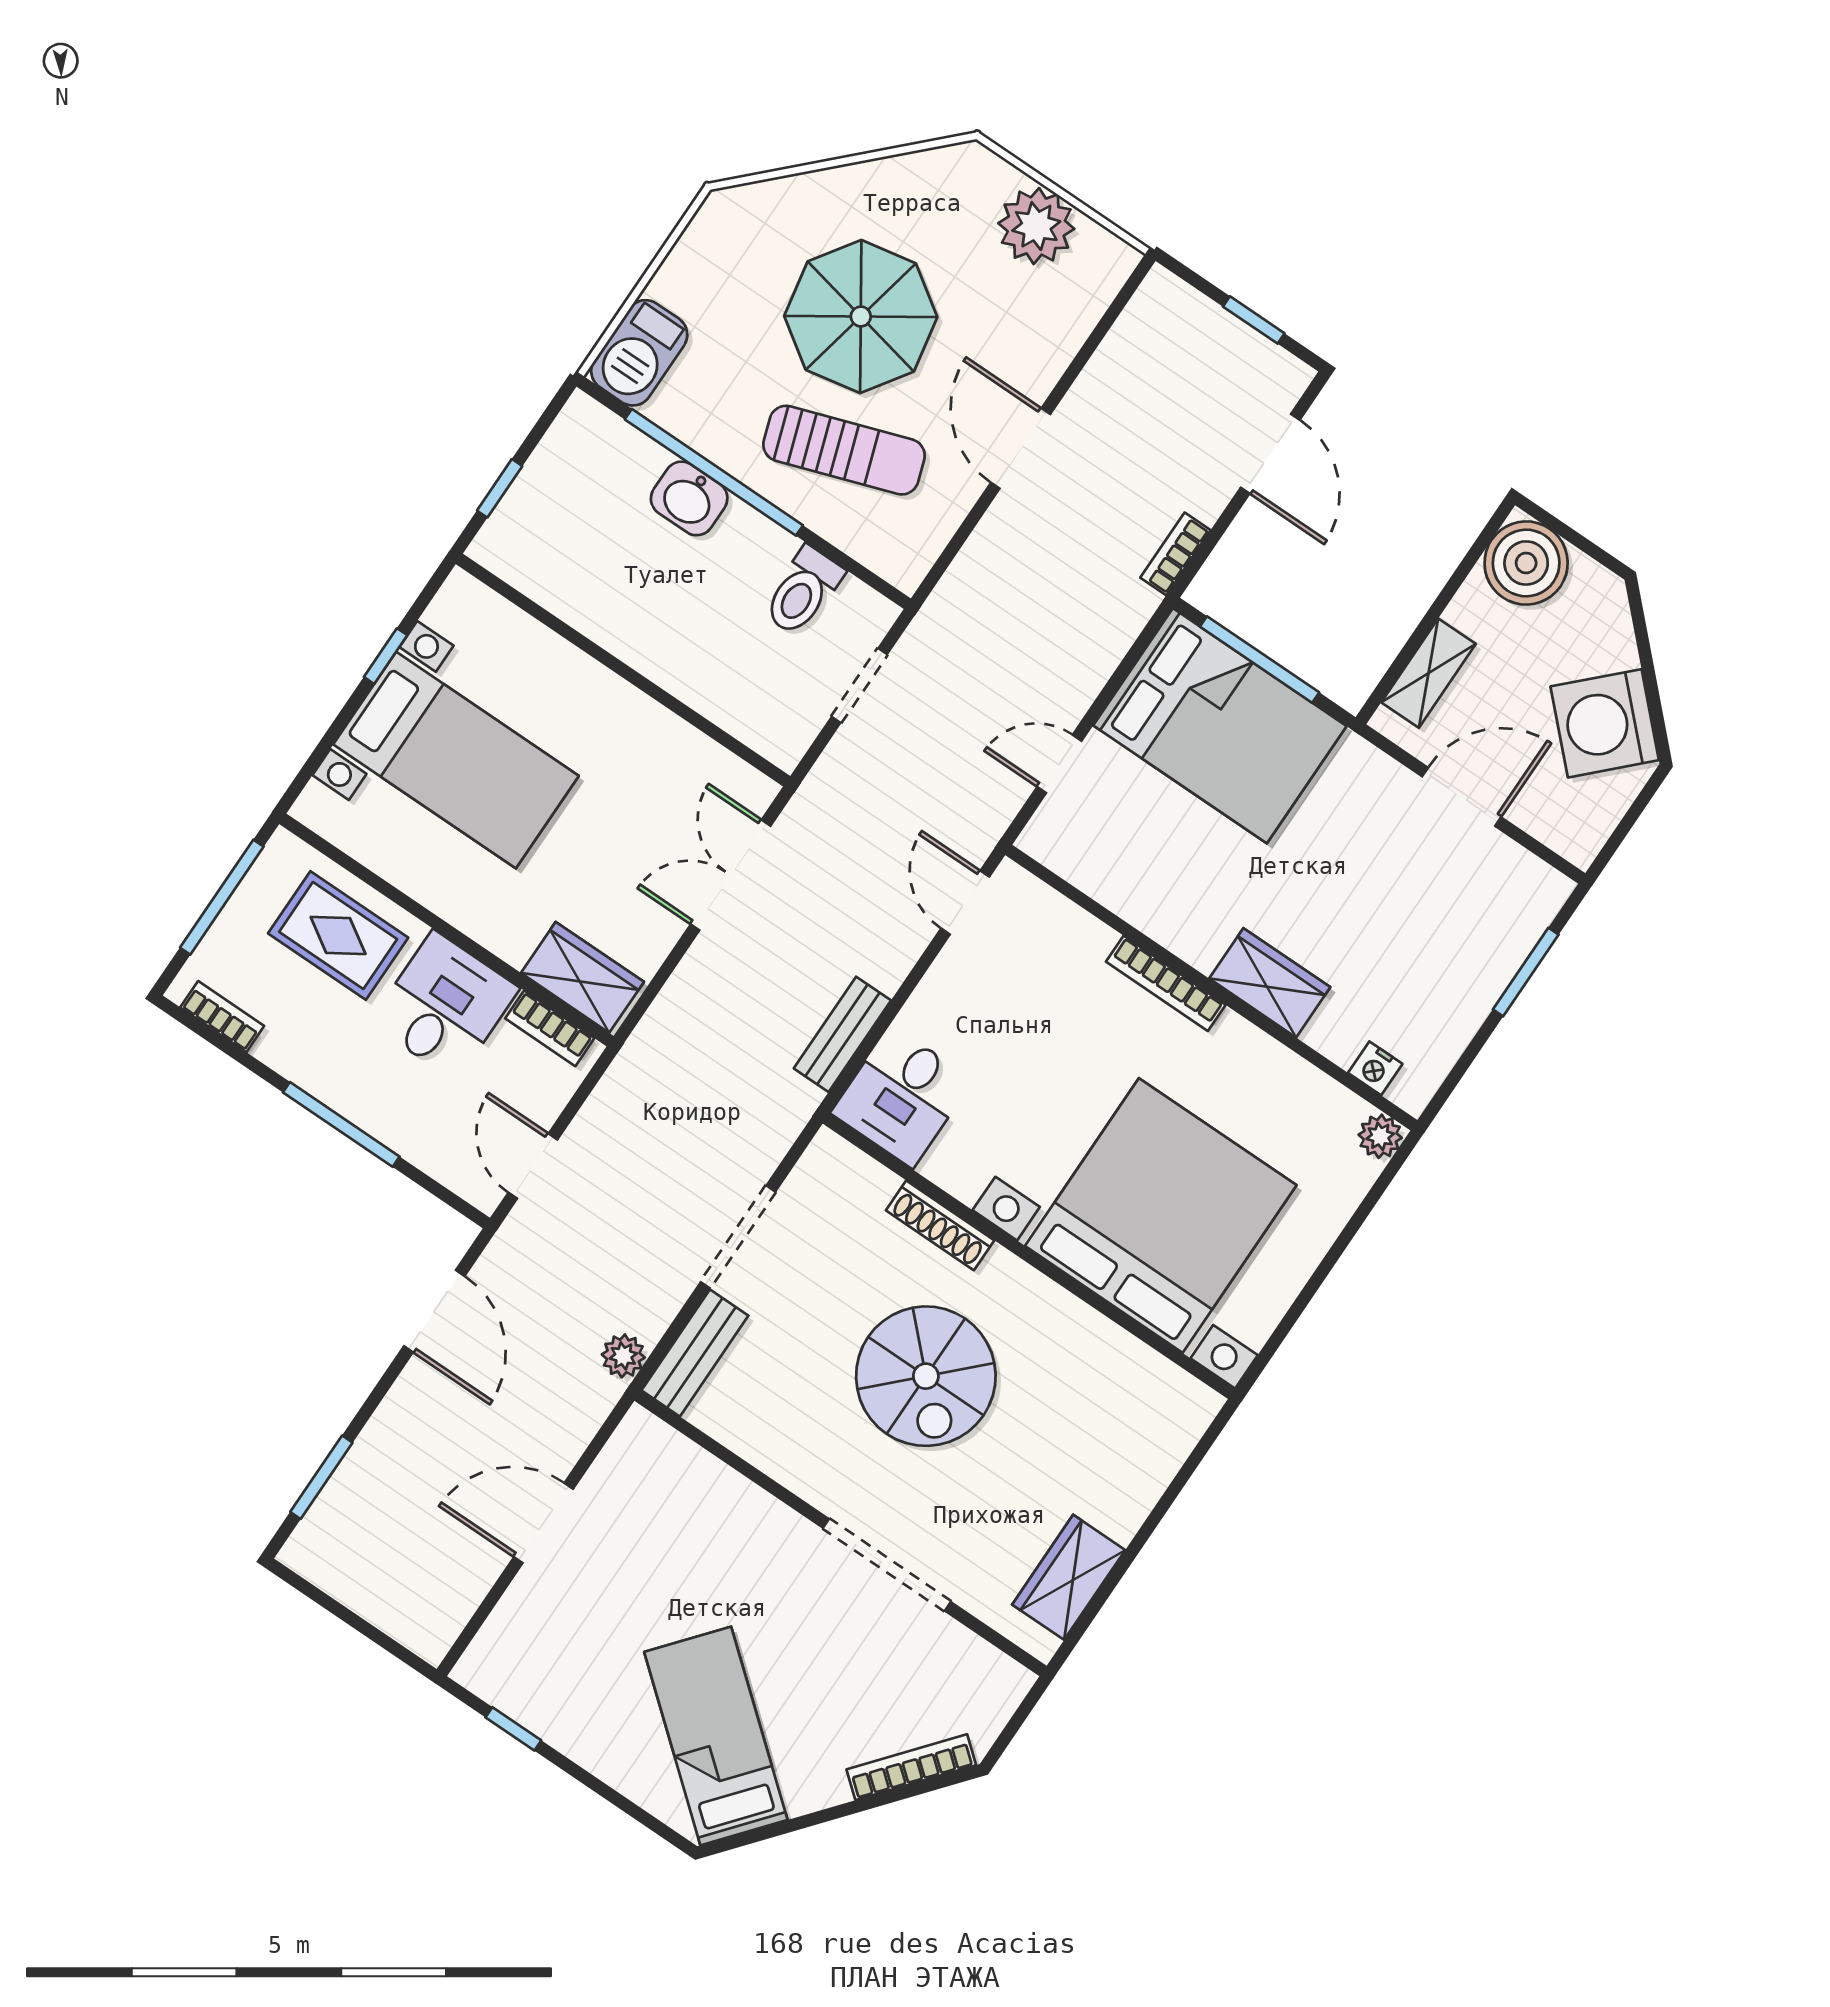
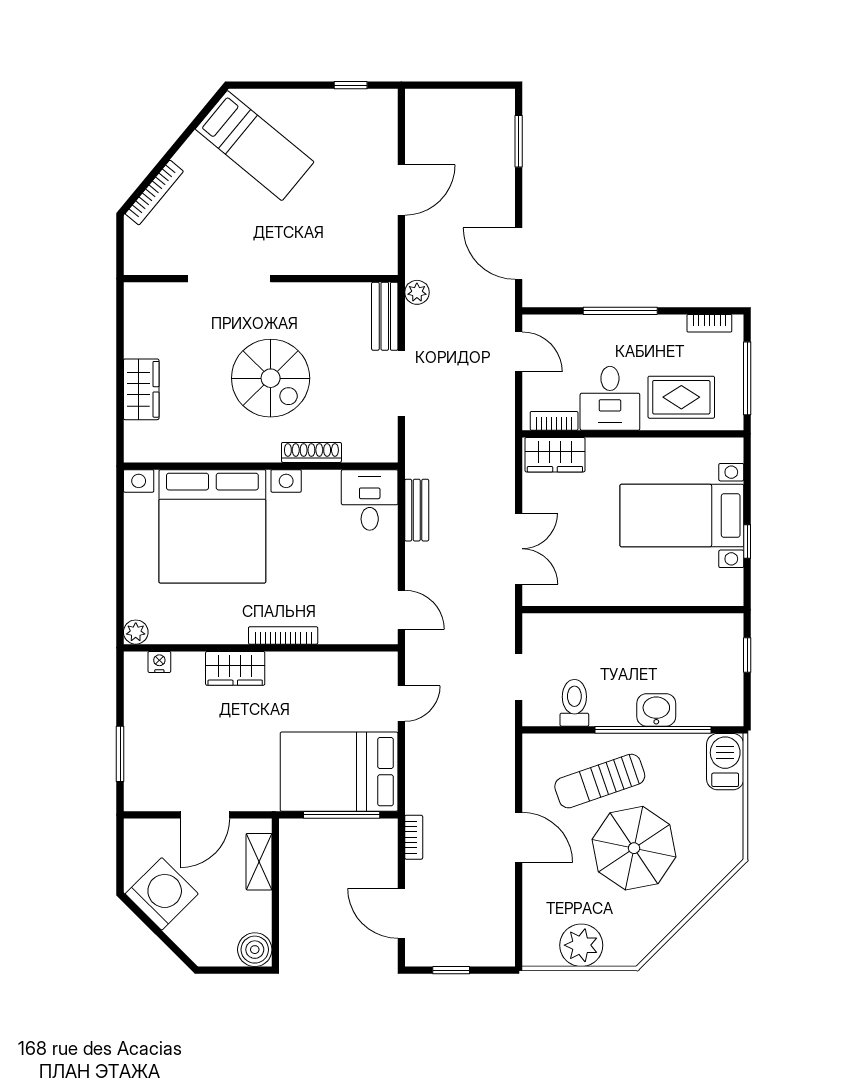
boiler: (1526, 563) -> (255, 950), width x0.73, depth x0.73
spiral stairs: (926, 1376) -> (271, 378), turned 180
wardrobe: (1069, 1577) -> (141, 389), moved

